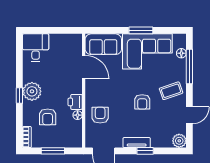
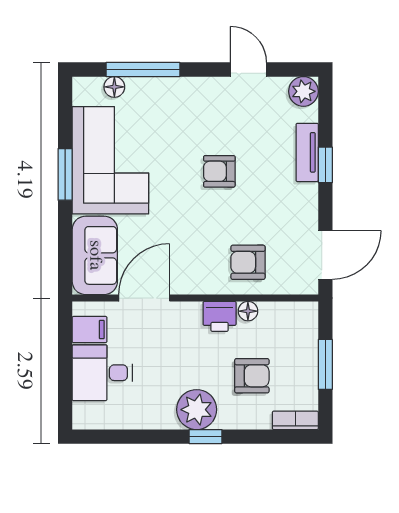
filing cabinet: (69, 42) -> (90, 330), added
desk: (36, 48) -> (102, 373), moved
coffee table: (171, 91) -> (195, 109), removed
armchair: (142, 102) -> (219, 171), turned 180
tv unit: (137, 143) -> (307, 152), moved

